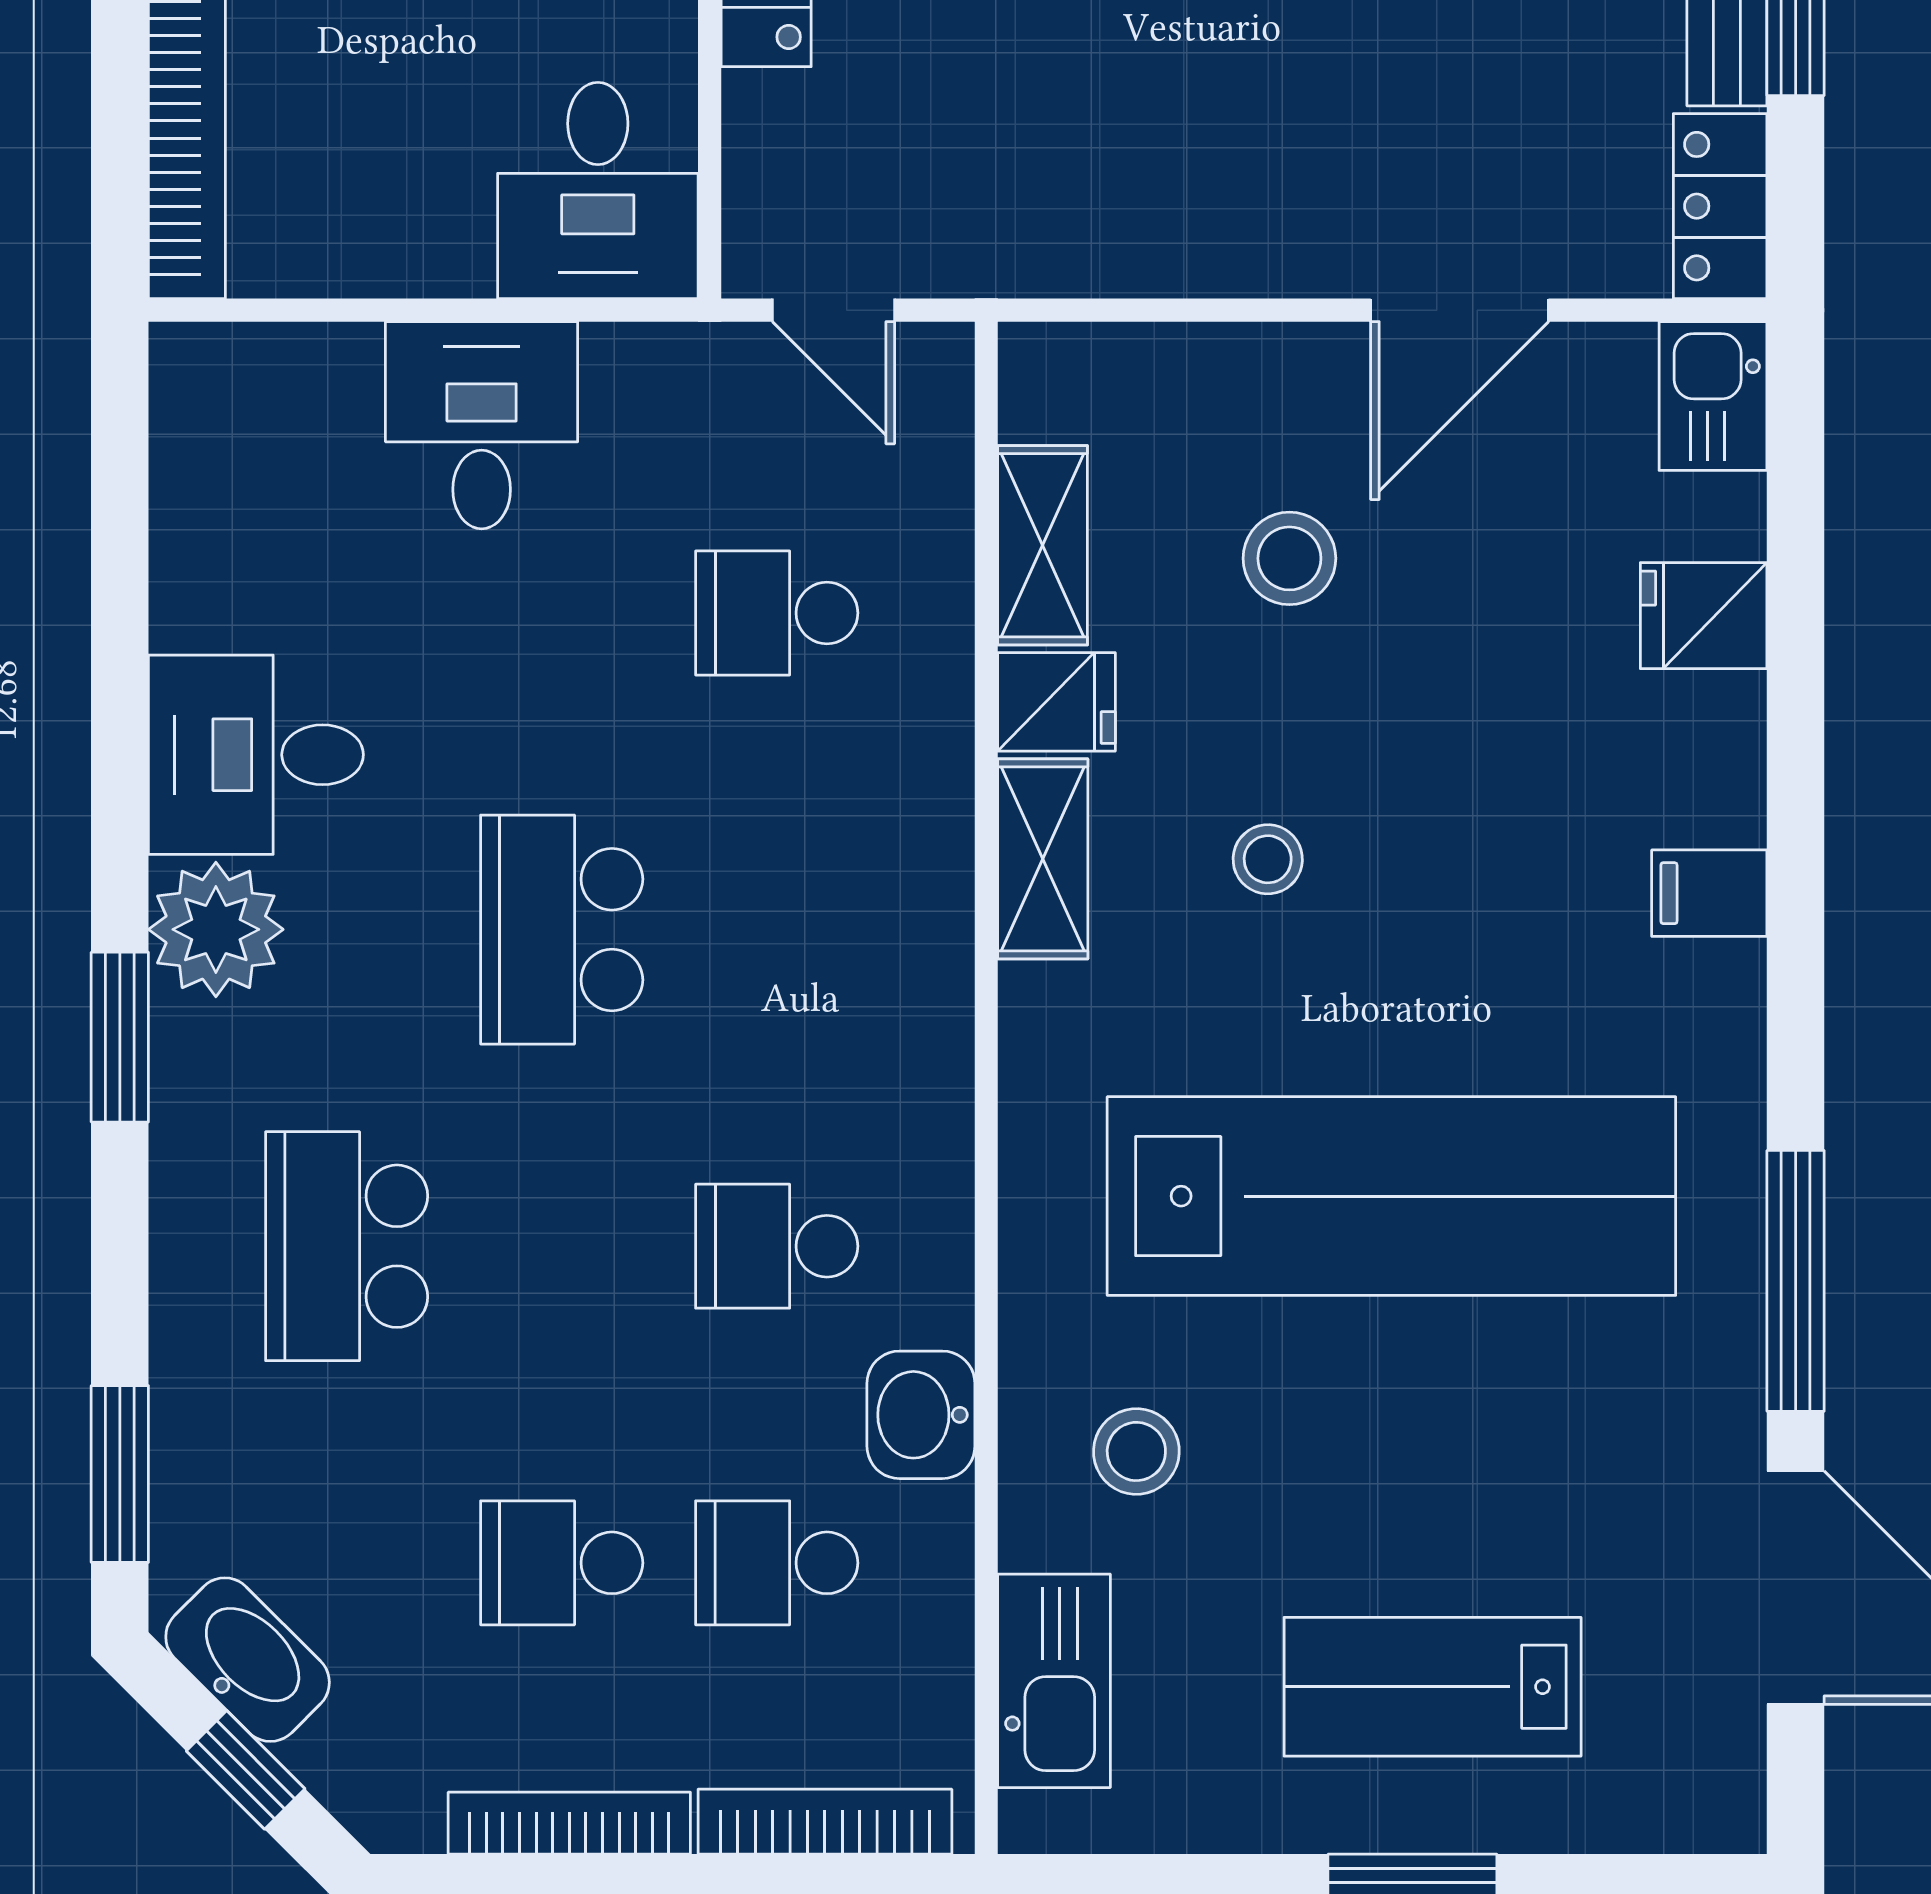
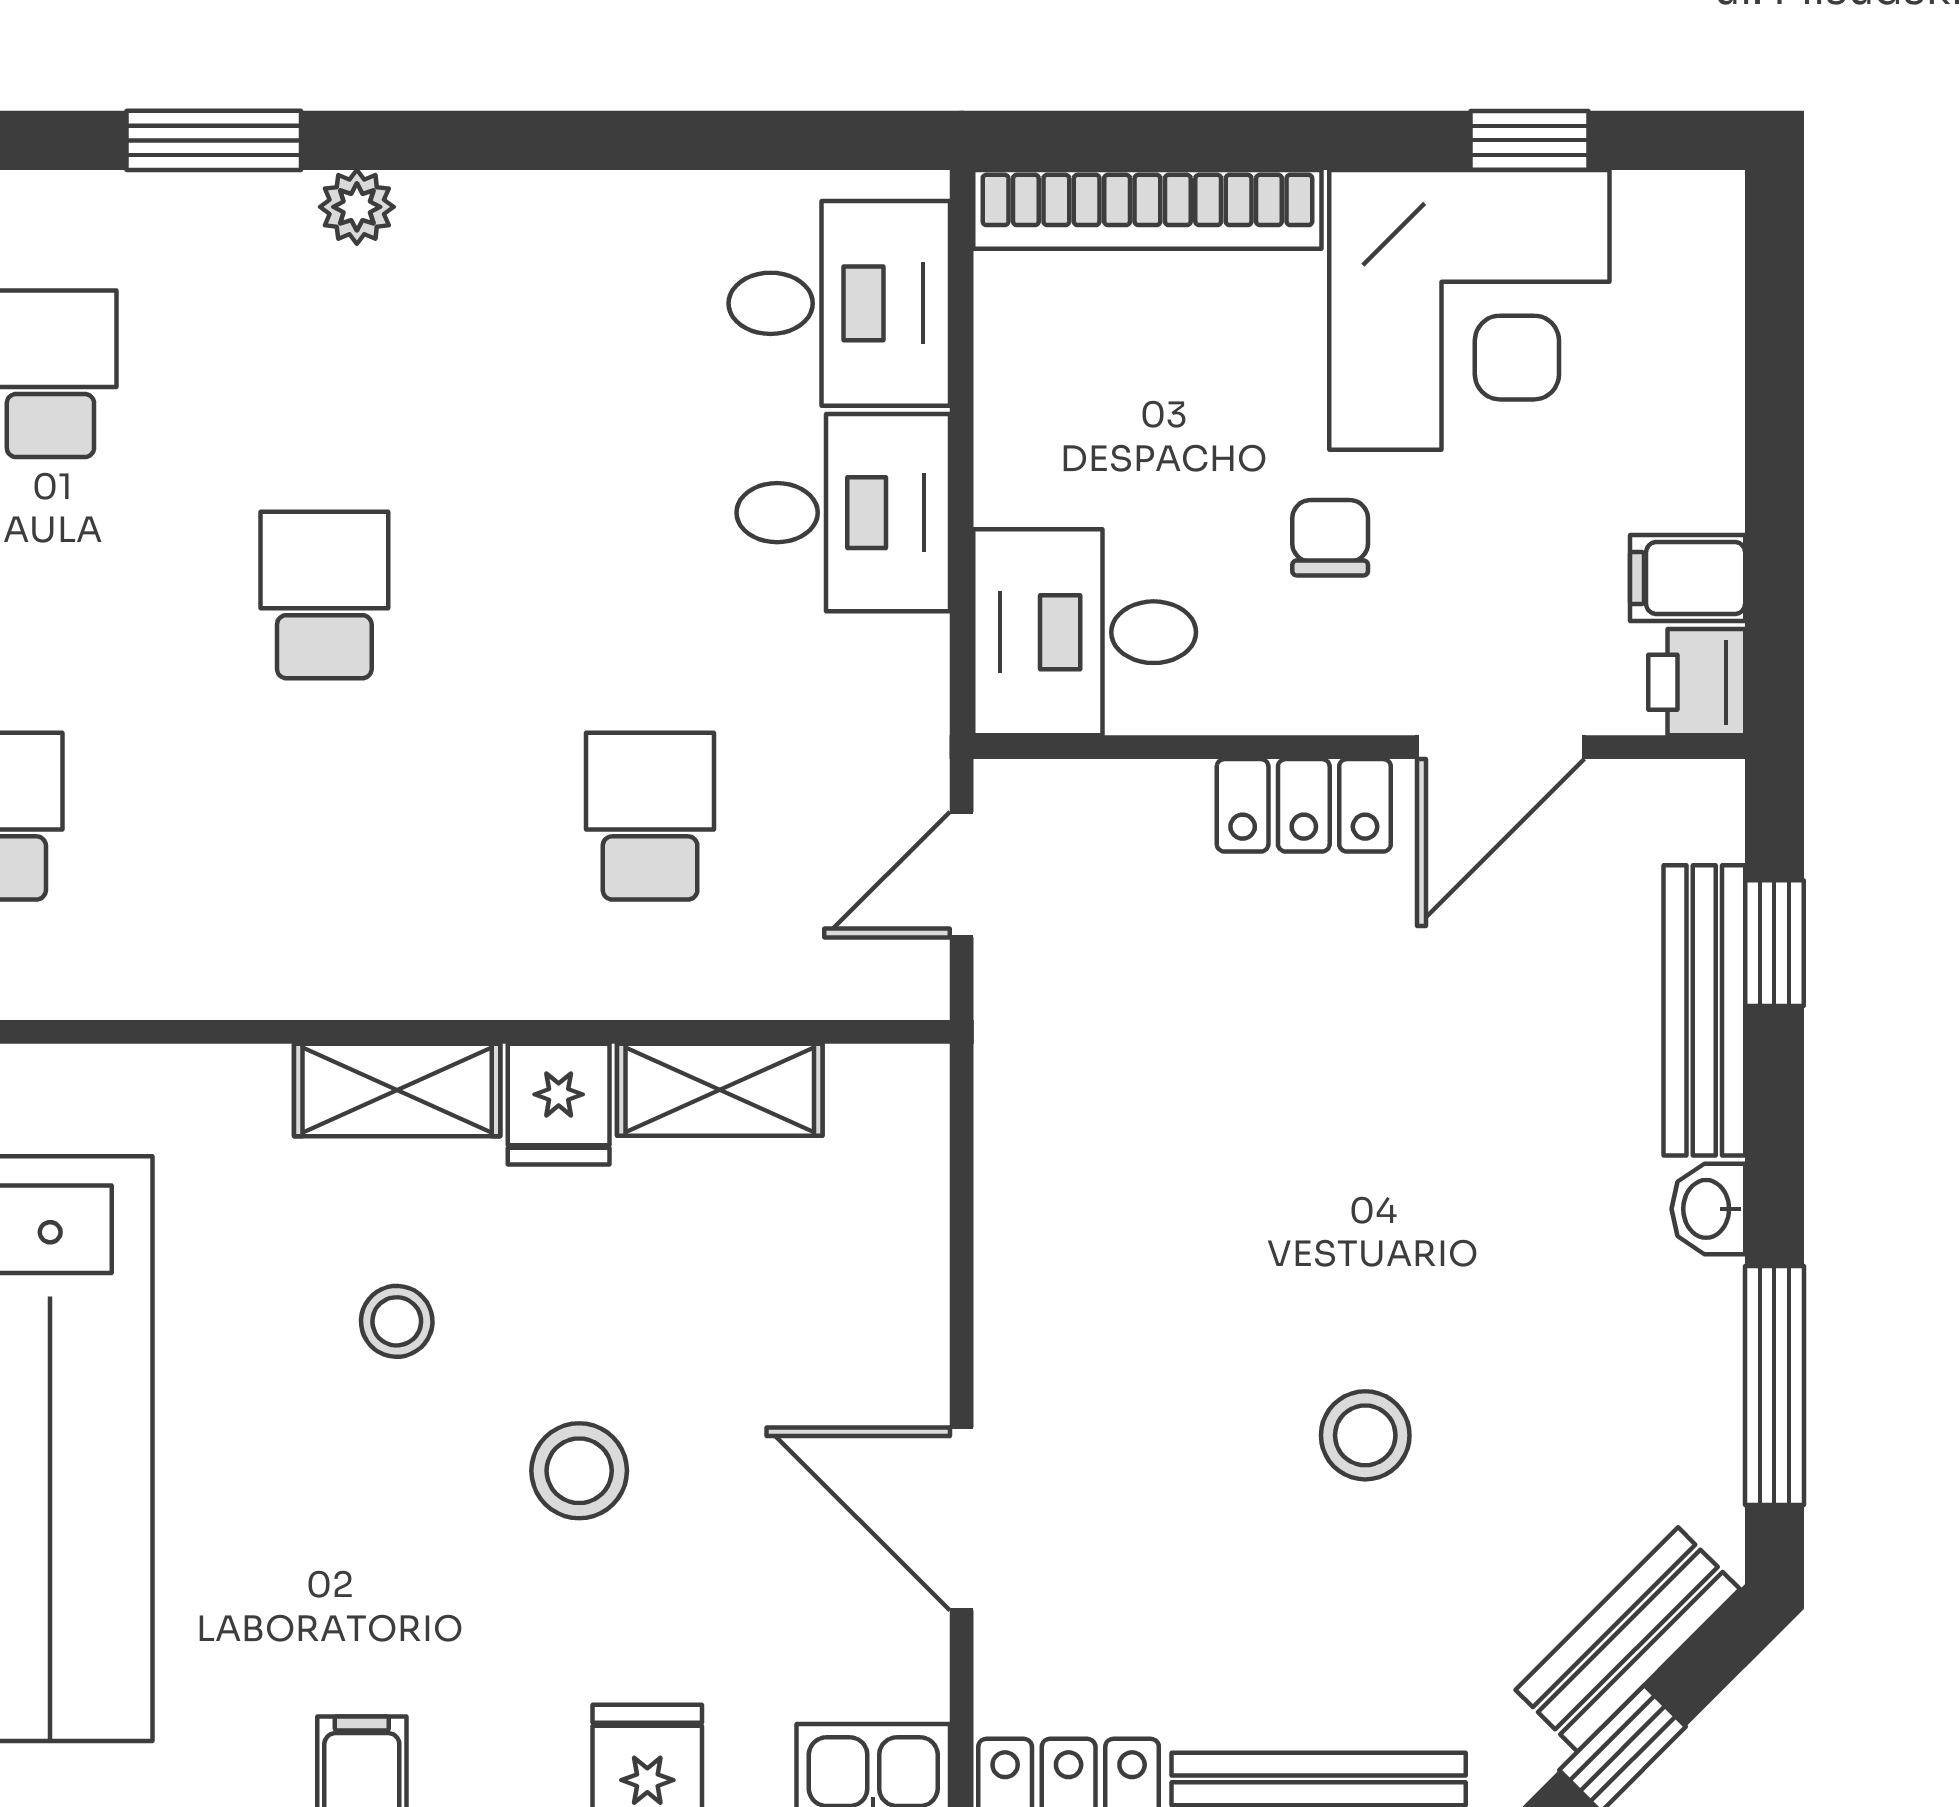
stool: (1289, 558) -> (579, 1471), moved
desk: (256, 755) -> (839, 303), moved, turned 90
plant: (216, 929) -> (357, 207), width x0.53, depth x0.53
school desk: (562, 930) -> (324, 595), width x0.54

